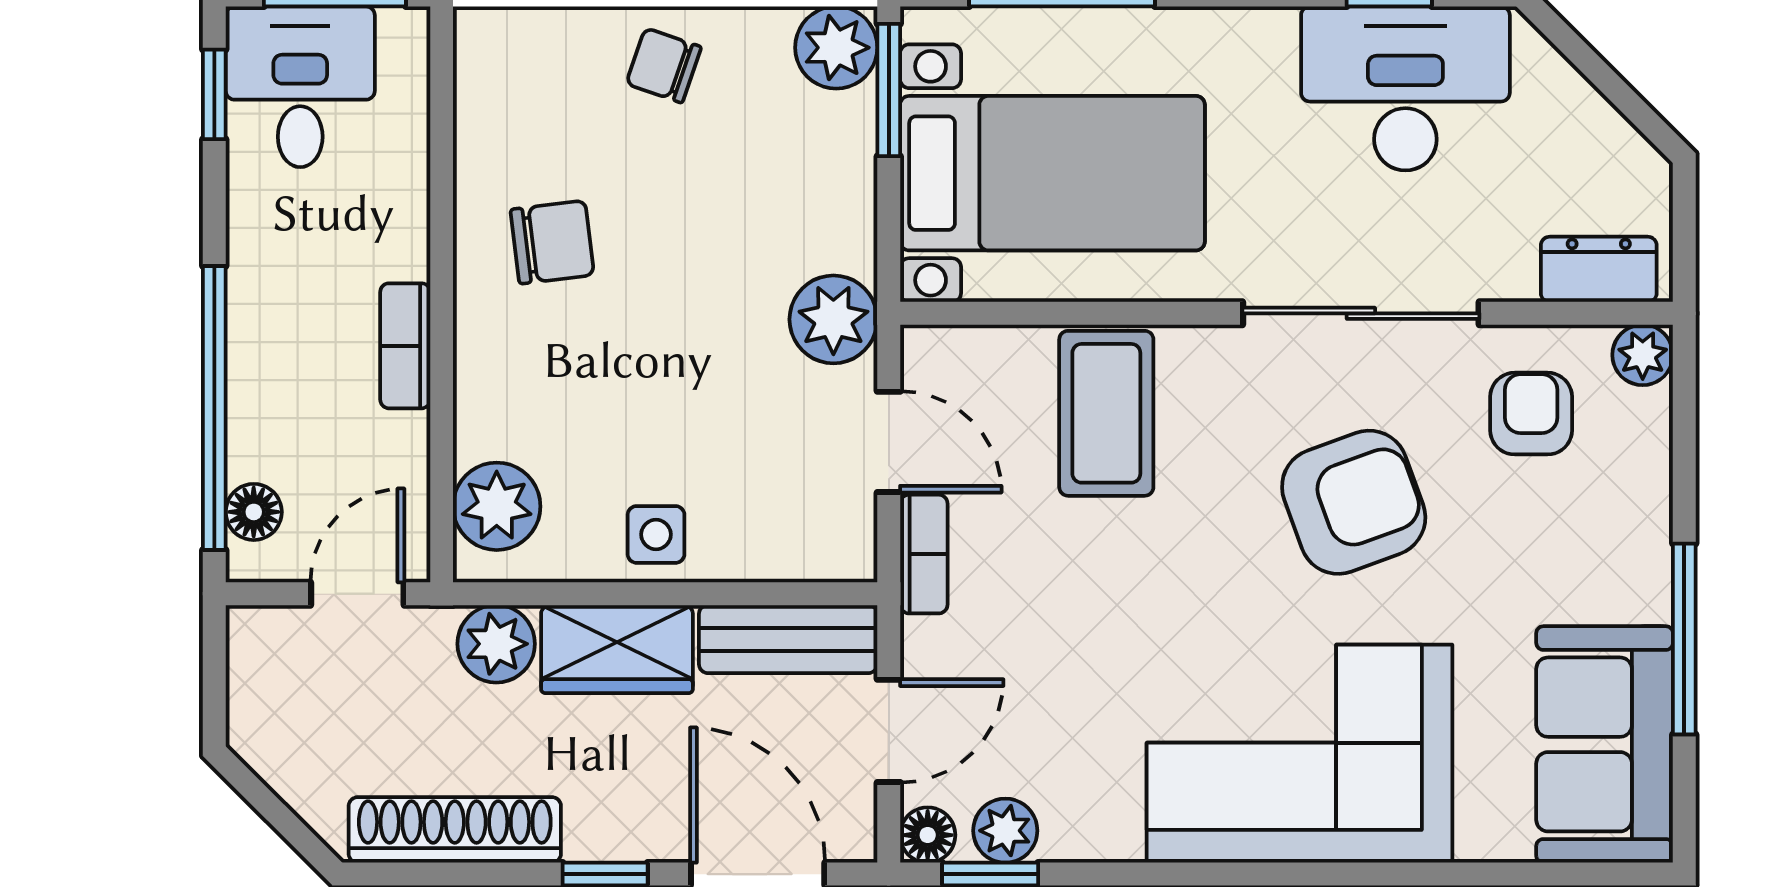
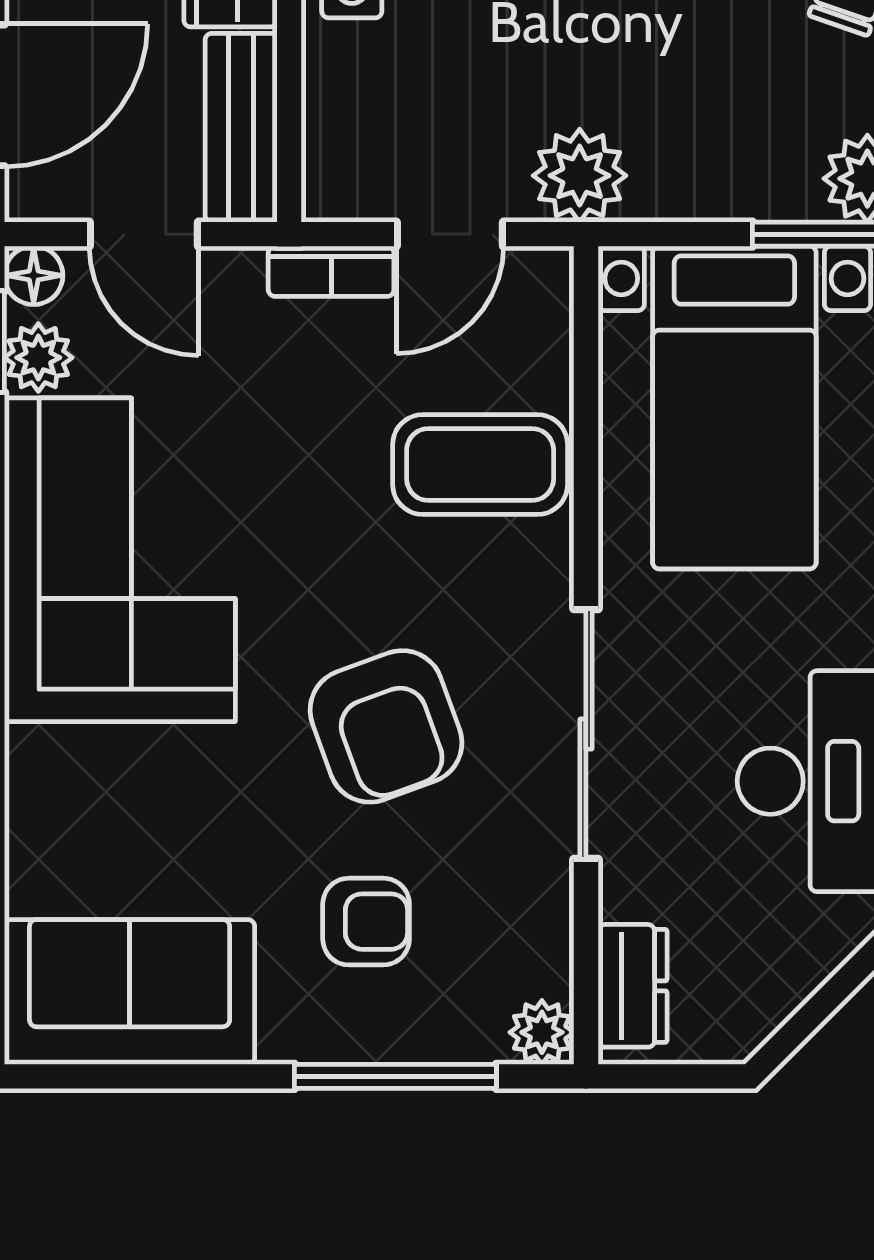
armchair: (1531, 414) -> (366, 922), moved
window: (1684, 639) -> (395, 1076), moved
corner sofa: (1299, 754) -> (120, 560), moved

